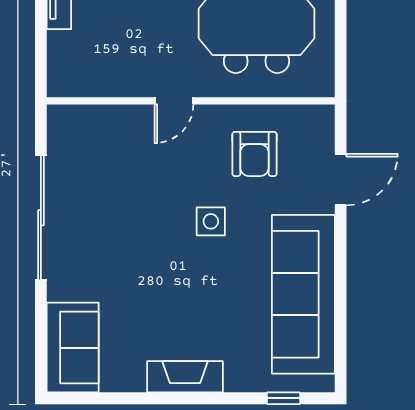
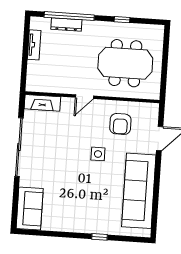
fireplace: (185, 377) -> (42, 103), moved, turned 180
window: (284, 398) -> (99, 237), moved

